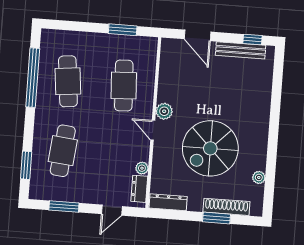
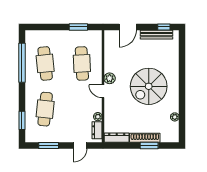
door: (198, 35) -> (128, 27), hinge flipped
spiral stairs: (210, 148) -> (149, 86), moved
shoe rack: (226, 207) -> (145, 138), moved

